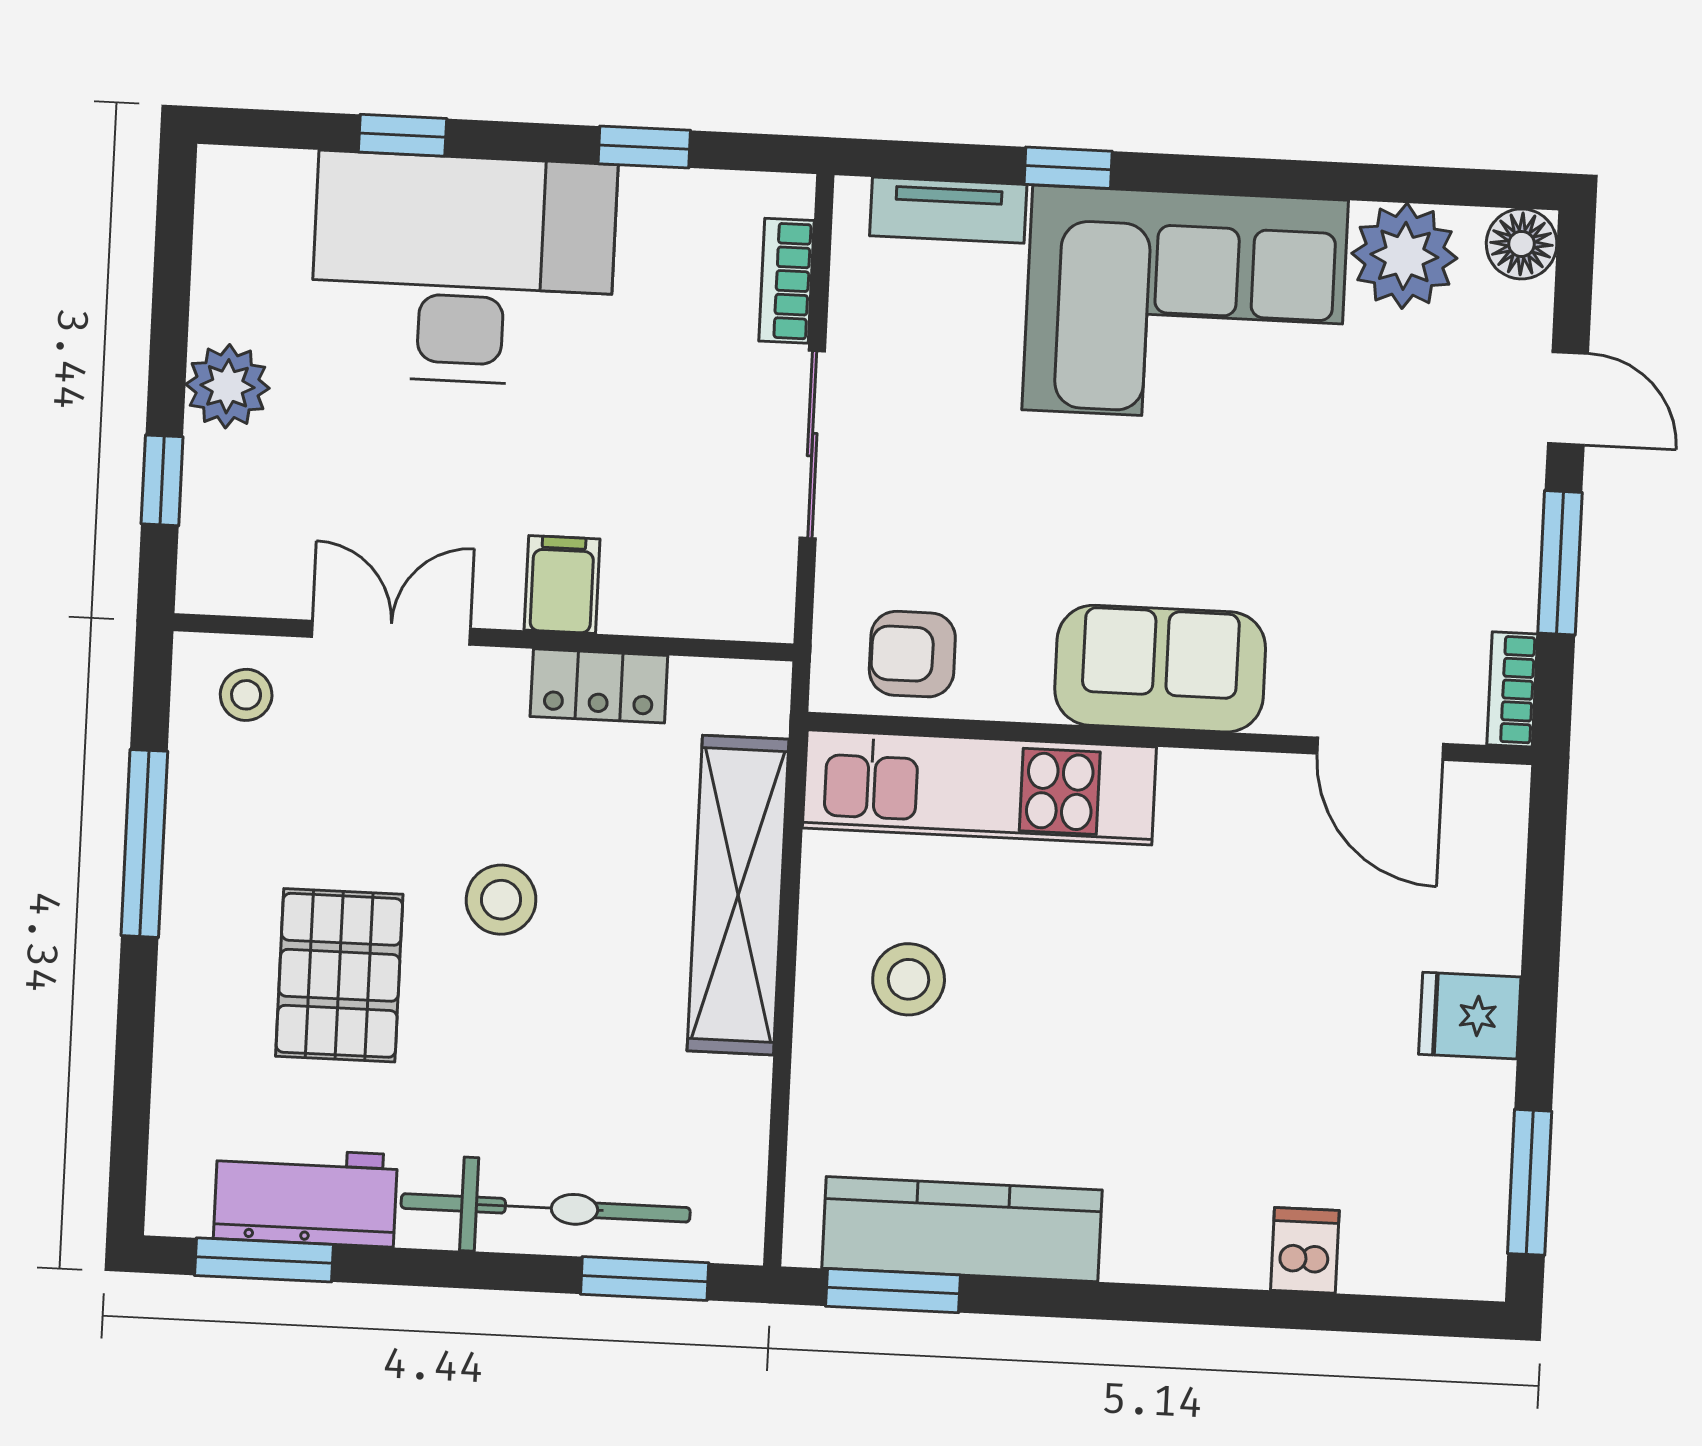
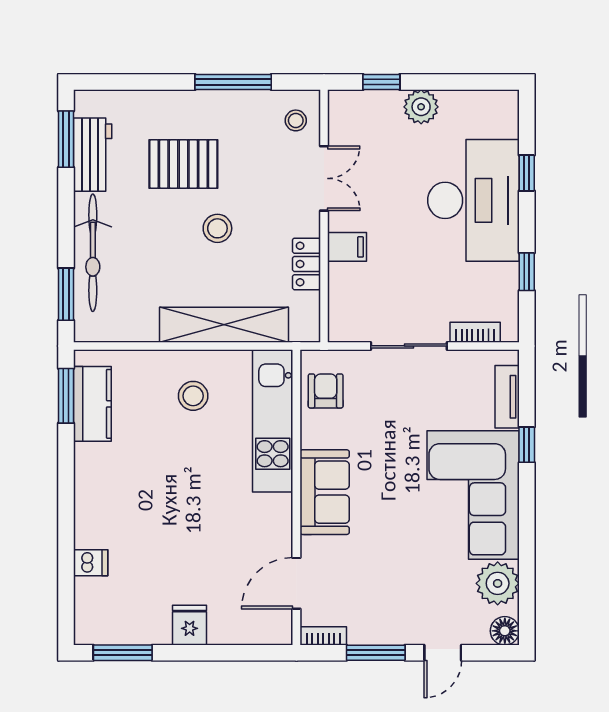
kitchen counter: (962, 1229) -> (92, 404), width x0.67

